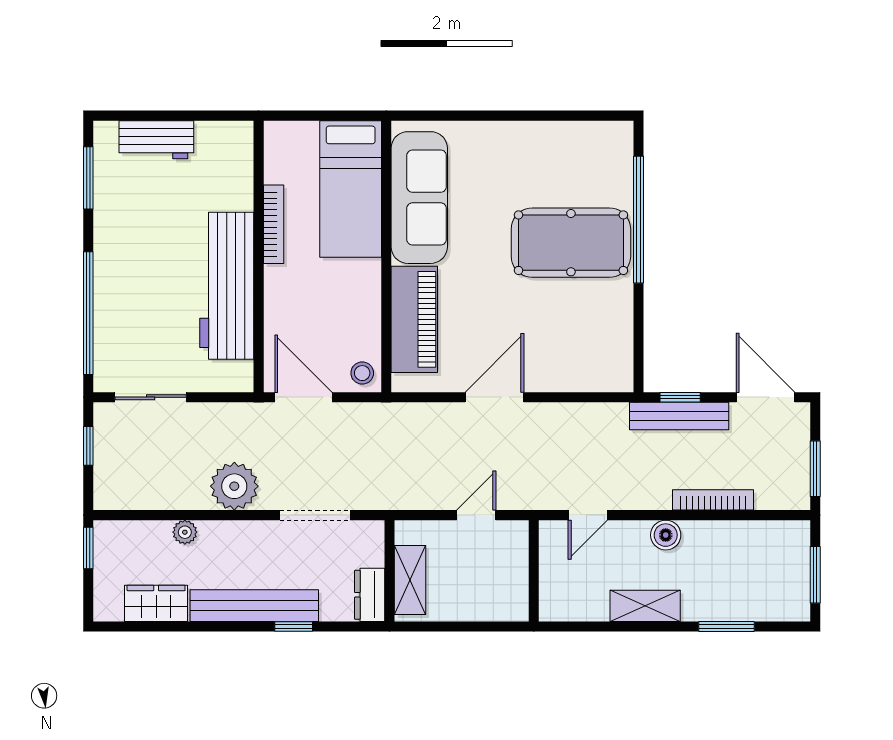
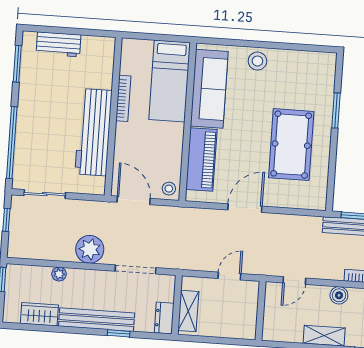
stool: (498, 145) -> (257, 61), added
window: (638, 220) -> (336, 111), width x0.47
pool table: (571, 243) -> (291, 145), moved, turned 90

